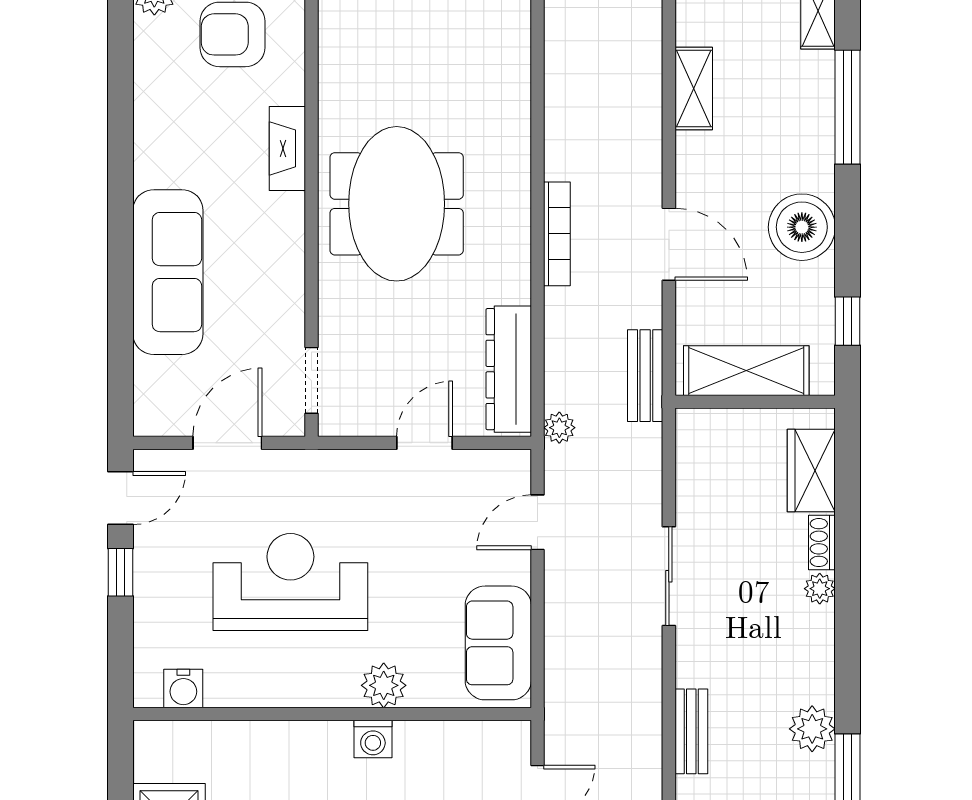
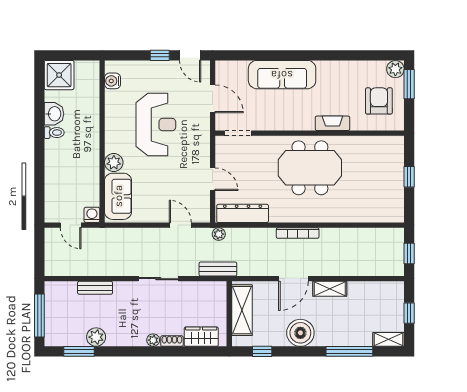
shelving: (694, 88) -> (330, 289), moved
bench: (645, 376) -> (218, 269), moved
sofa: (498, 643) -> (118, 196), moved, turned 90
washing machine: (373, 739) -> (92, 215), moved, turned 90

